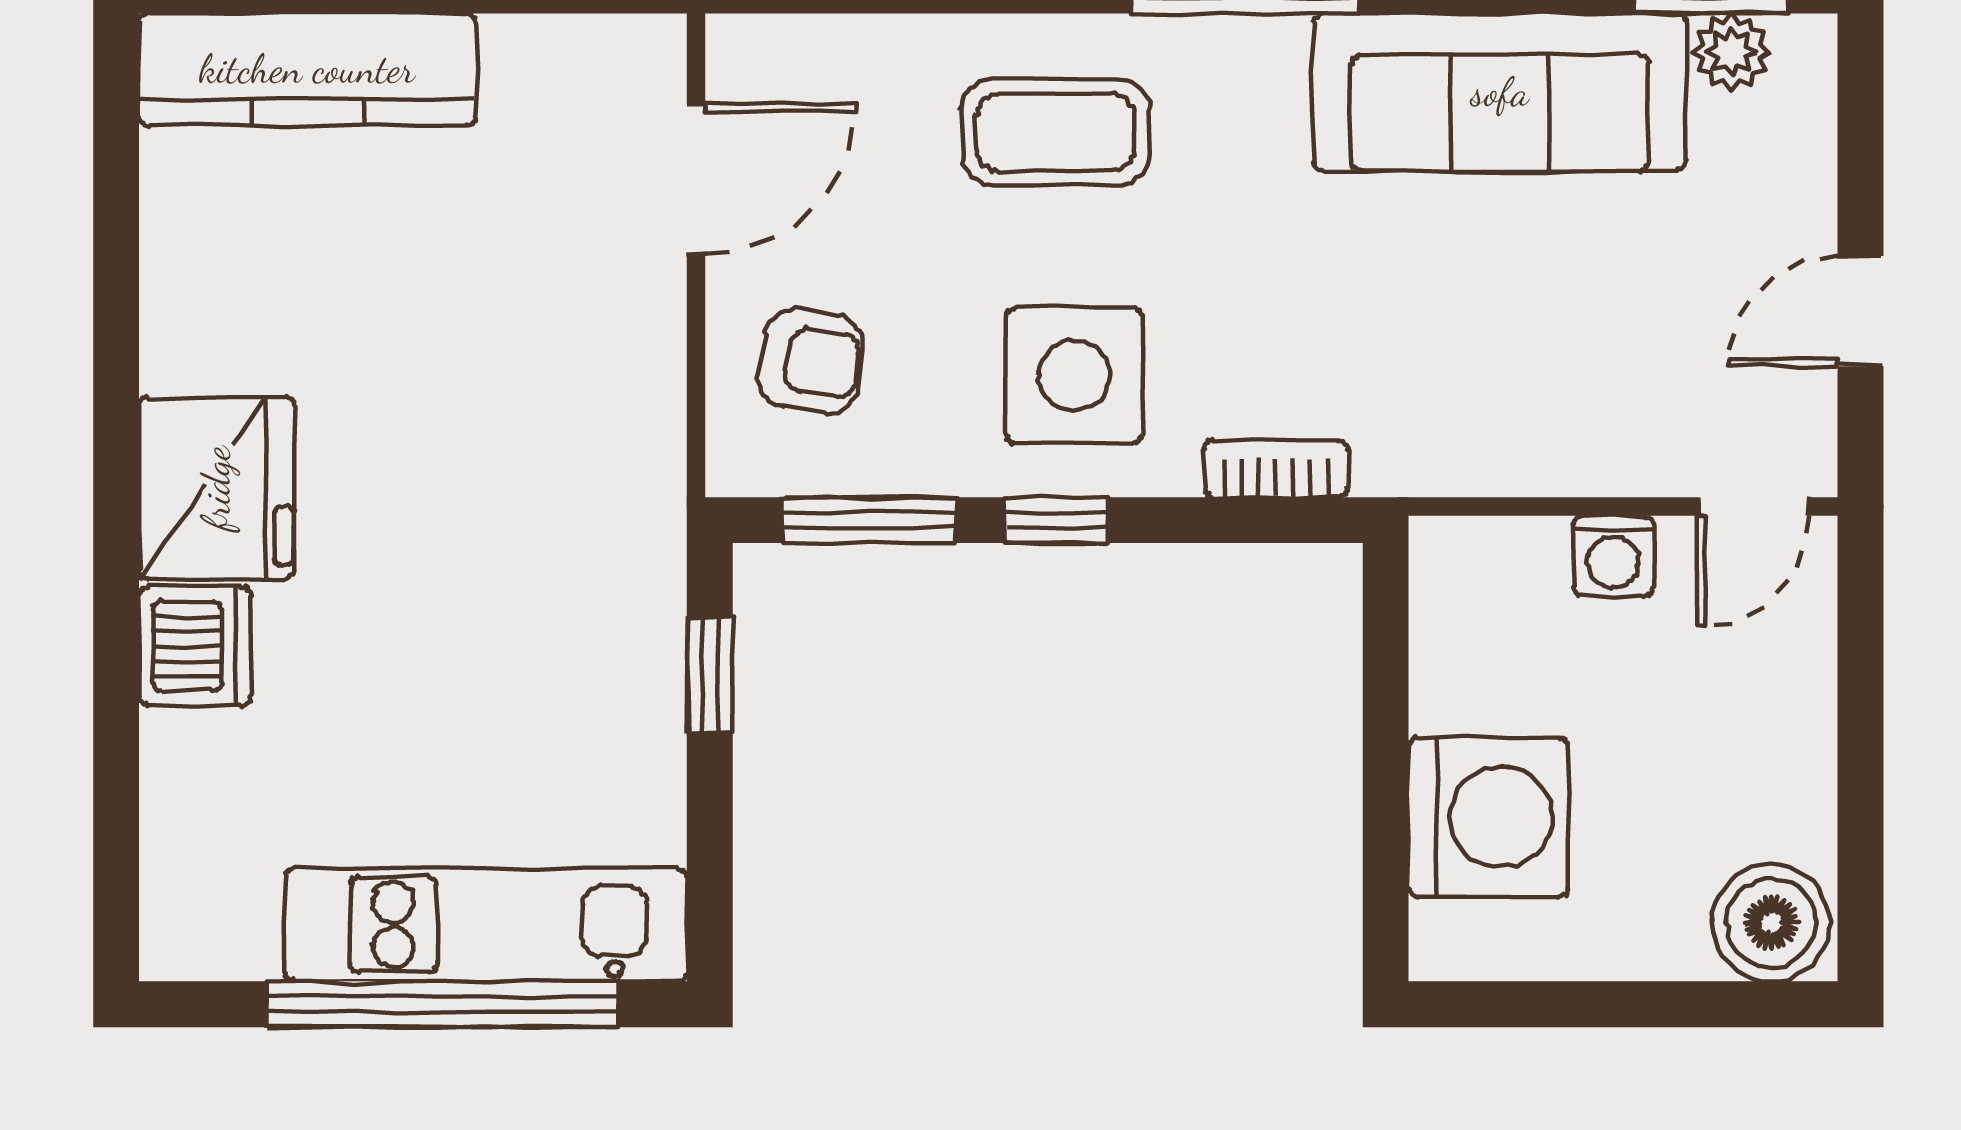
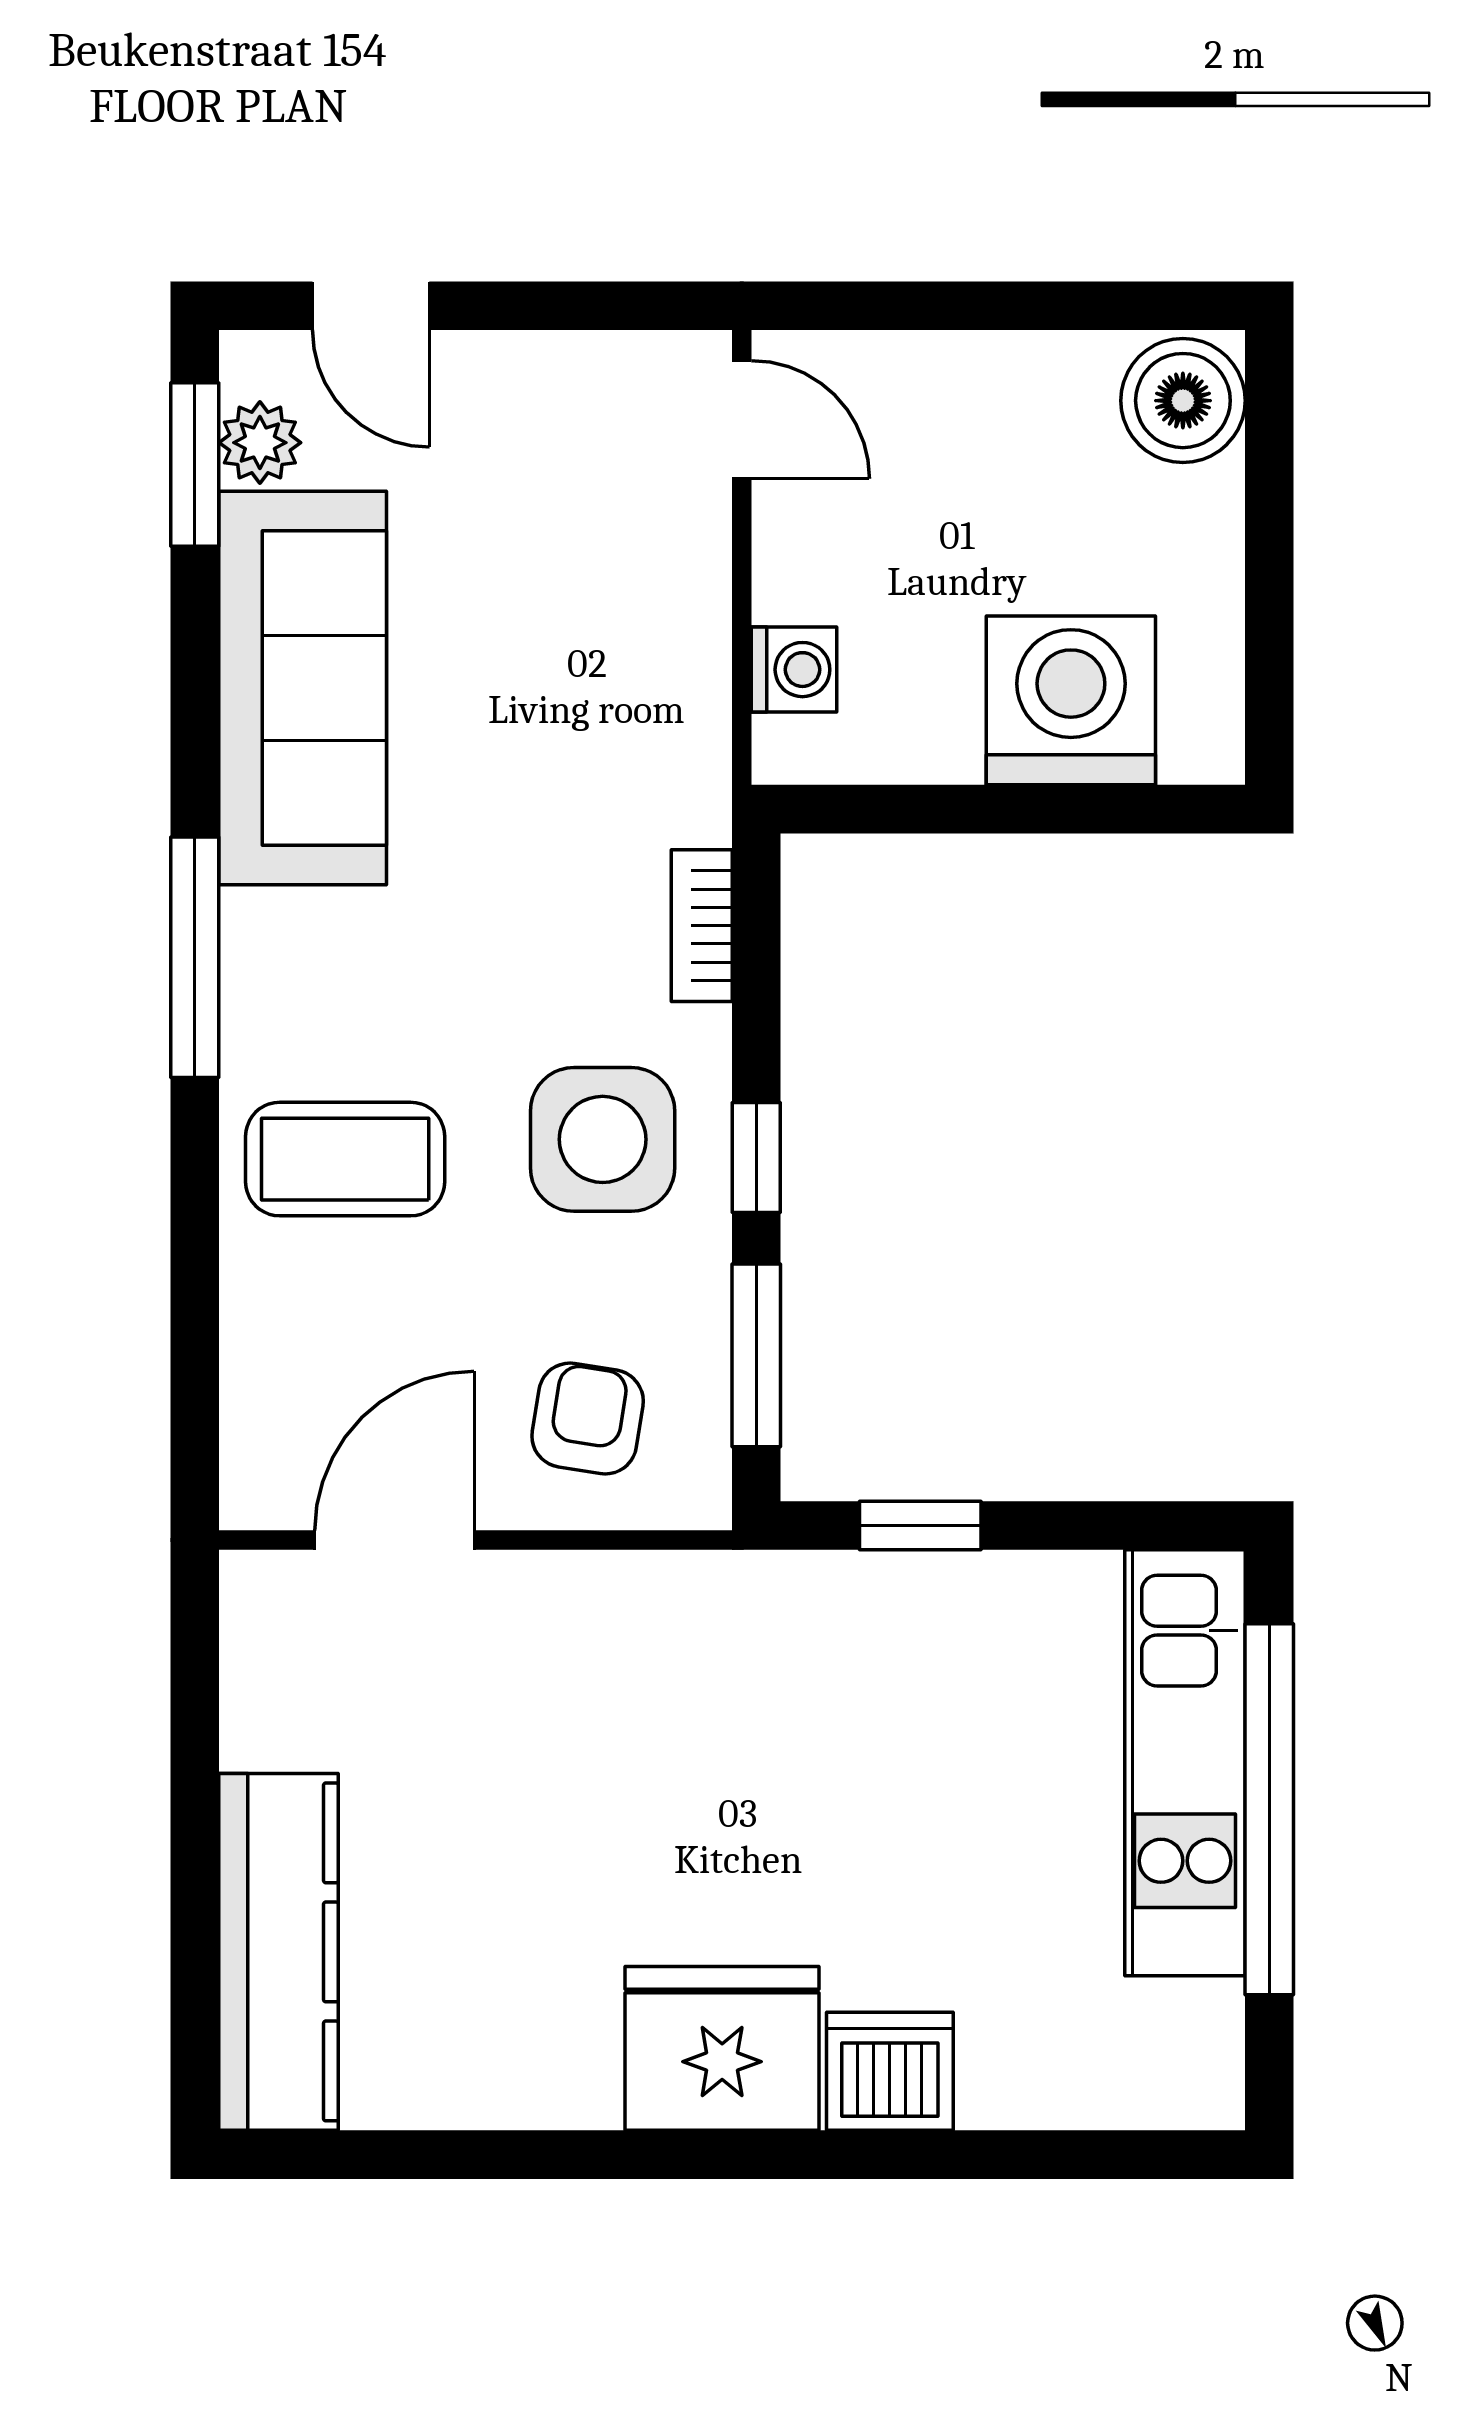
coffee table: (1055, 132) -> (345, 1159), turned 90
door: (696, 179) -> (395, 1540), hinge flipped
door: (1861, 311) -> (371, 306), moved
washing machine: (1613, 556) -> (794, 670), moved

